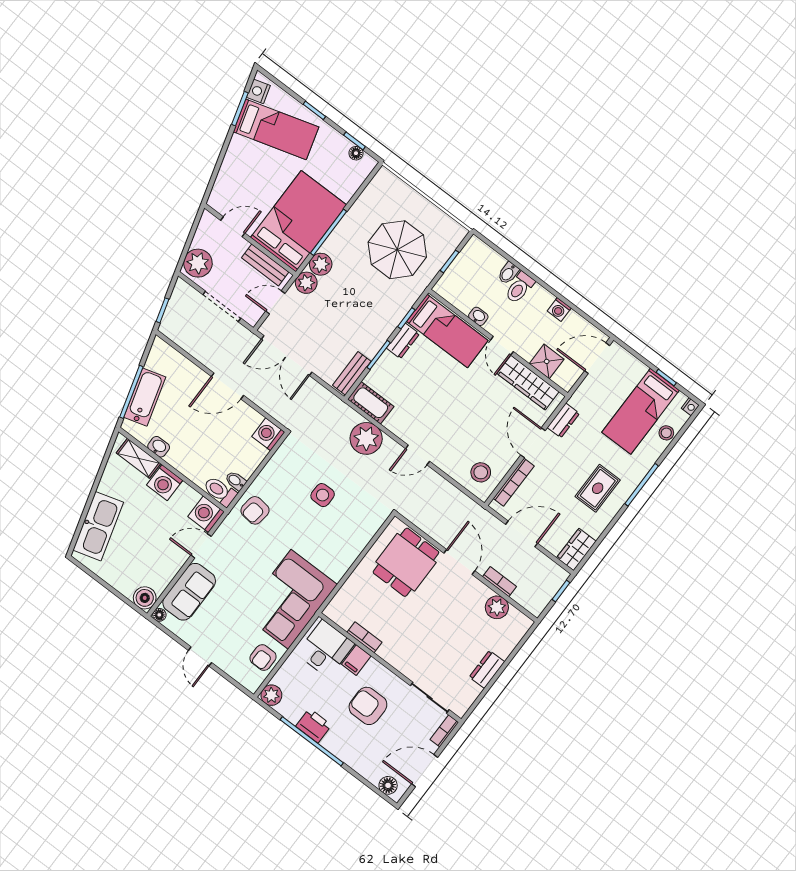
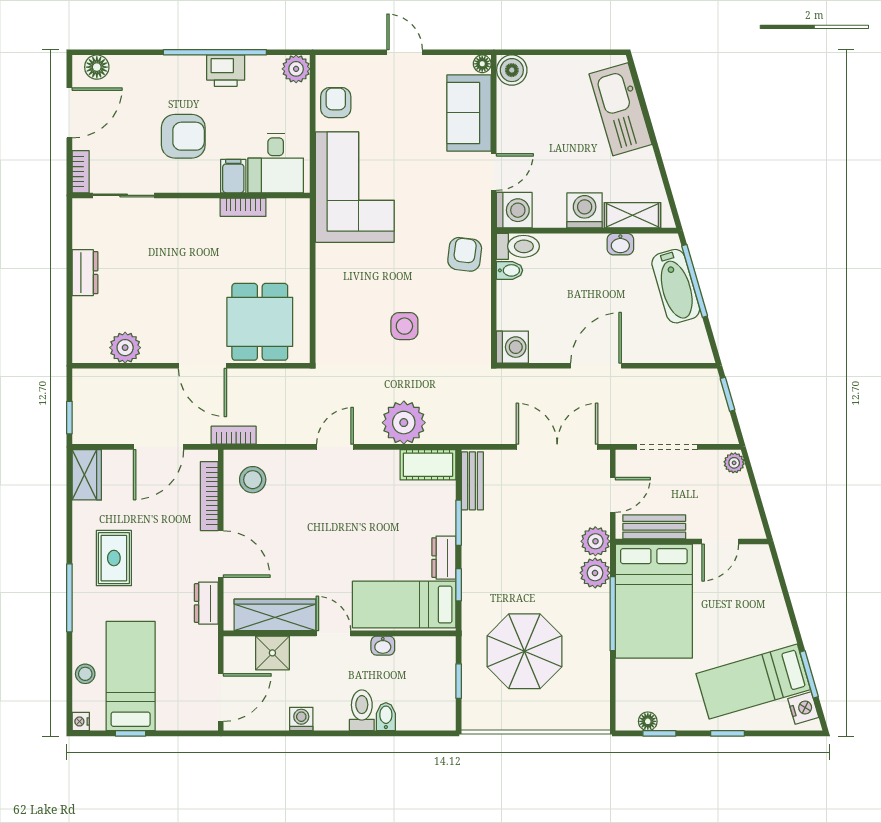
plant: (198, 263) -> (734, 463), width x0.53, depth x0.53
bookcase: (499, 582) -> (234, 435), moved, turned 180

